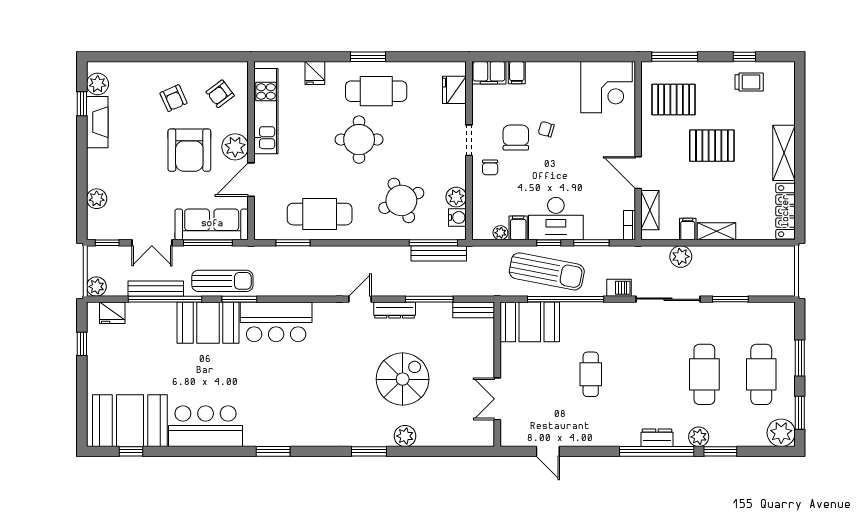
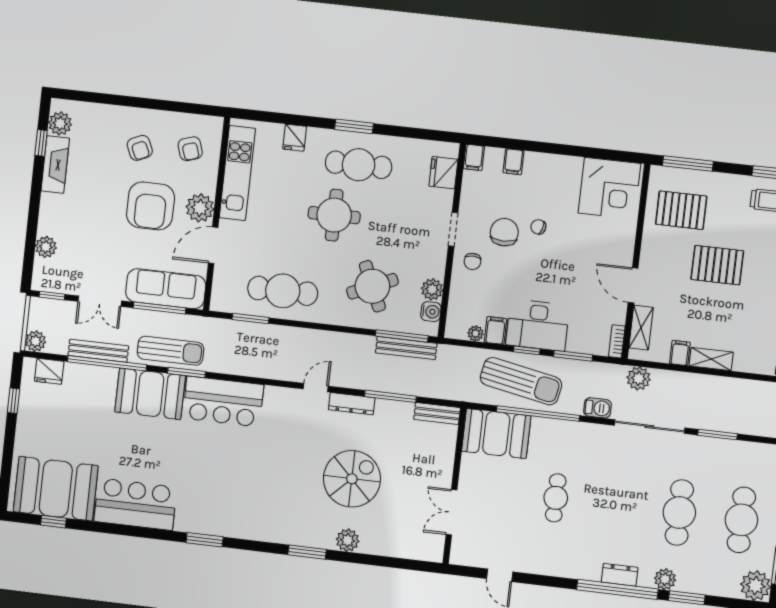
filing cabinet: (489, 73) -> (474, 157), width x0.50
armchair: (220, 94) -> (190, 149), turned -71
plant: (681, 257) -> (639, 378), moved

